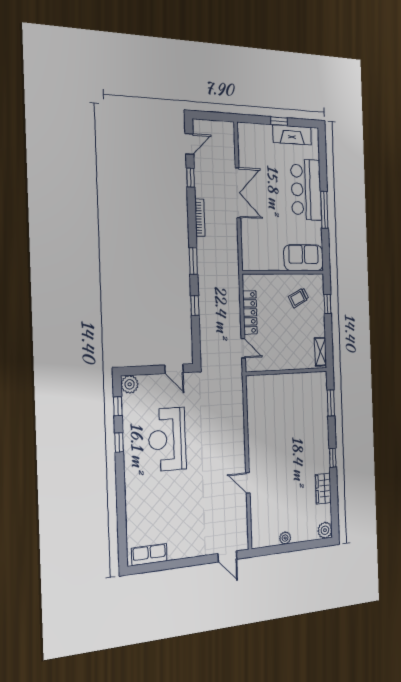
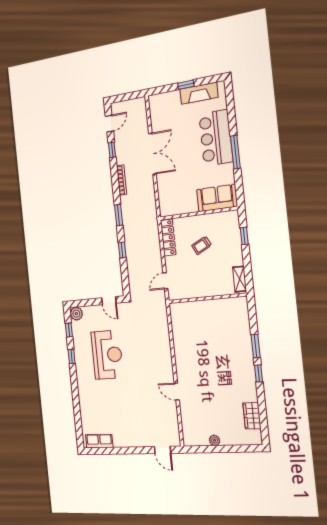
trolley: (299, 298) -> (202, 245), moved
locker: (250, 312) -> (168, 238), moved
door: (243, 348) -> (165, 281), swing flipped
window: (331, 403) -> (256, 346), moved
reception desk: (167, 439) -> (107, 355), turned 180
wardrobe: (323, 489) -> (252, 416), moved
plant: (325, 530) -> (254, 438), removed

